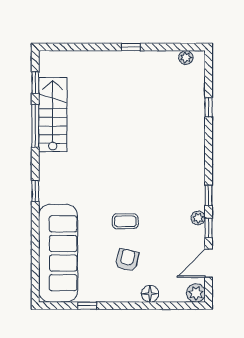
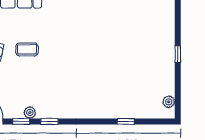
coffee table: (125, 221) -> (27, 49), turned 90

